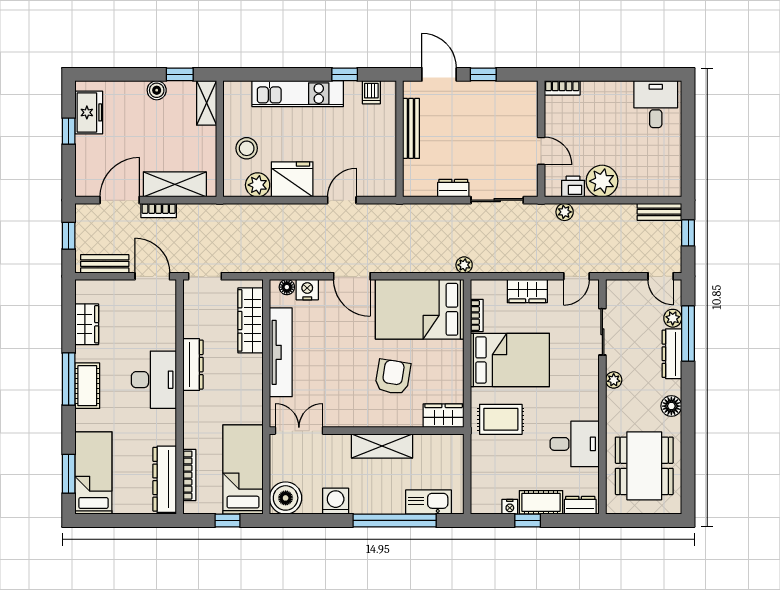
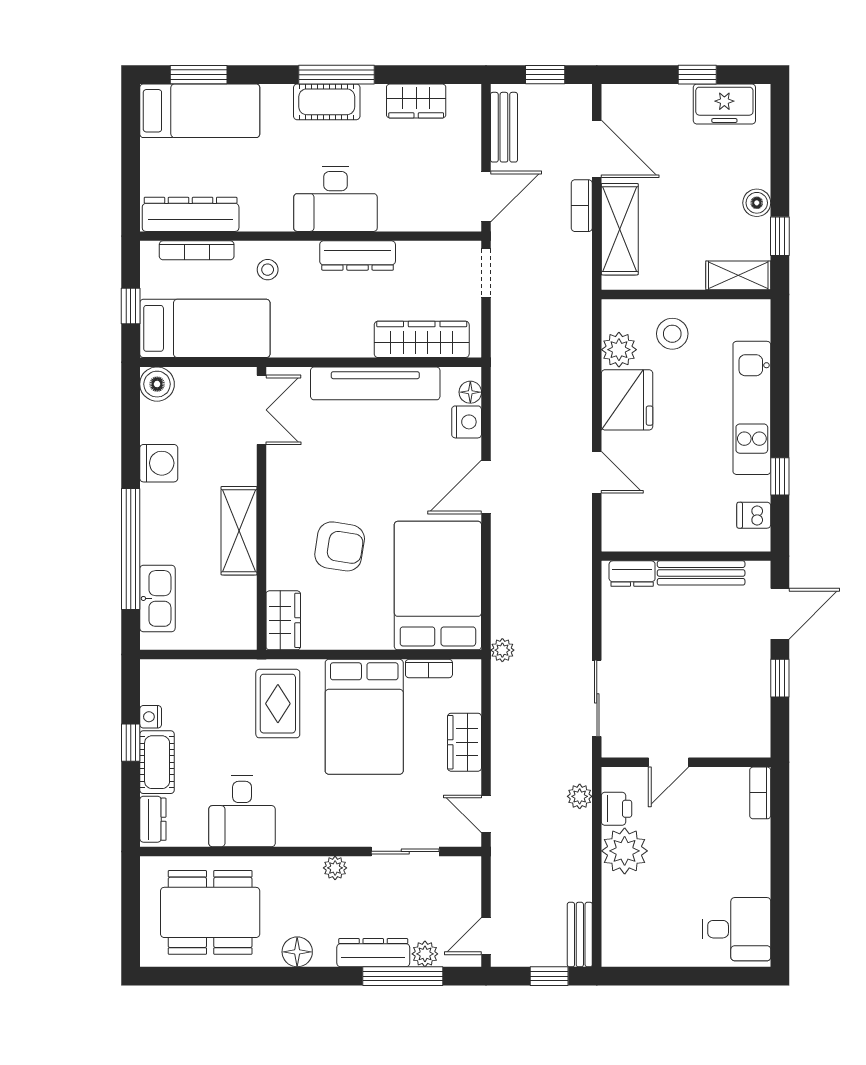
dresser: (453, 188) -> (632, 574), moved, turned 90
stool: (203, 426) -> (268, 270), added
boiler: (286, 498) -> (157, 384), width x0.73, depth x0.73

